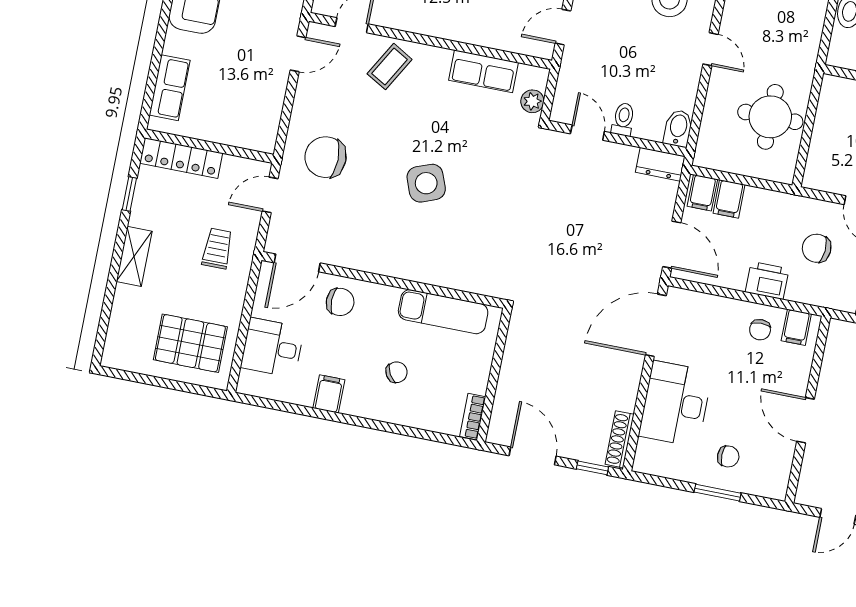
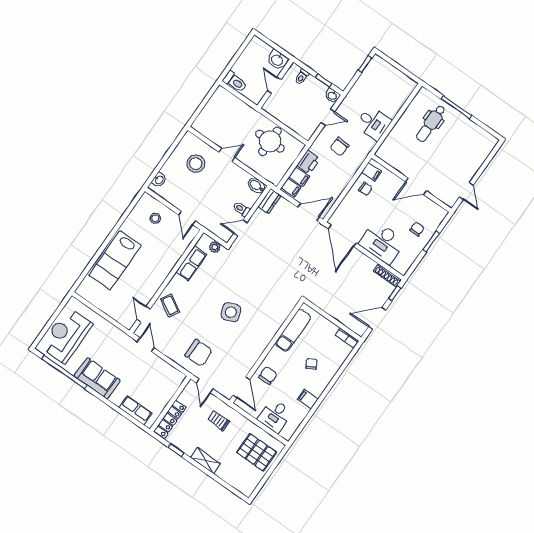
chair: (326, 157) -> (199, 353), turned -90
printer: (767, 280) -> (308, 162), moved, turned 180
pallet: (190, 343) -> (257, 452), turned 90

